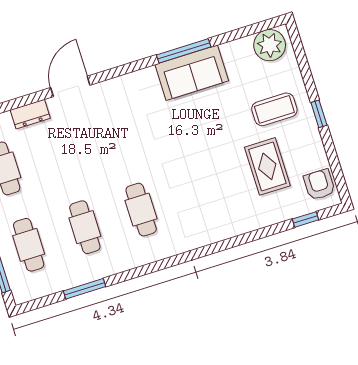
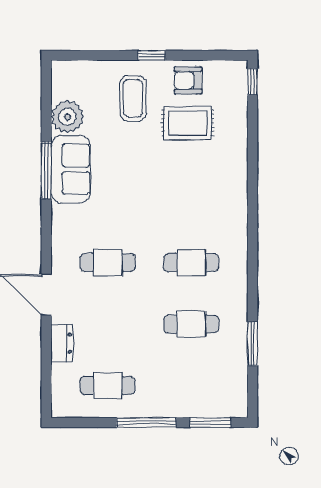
plant: (270, 45) -> (67, 117), moved
armchair: (319, 185) -> (188, 80), moved
window: (306, 219) -> (252, 82), moved
cafe table: (29, 245) -> (108, 263), moved

